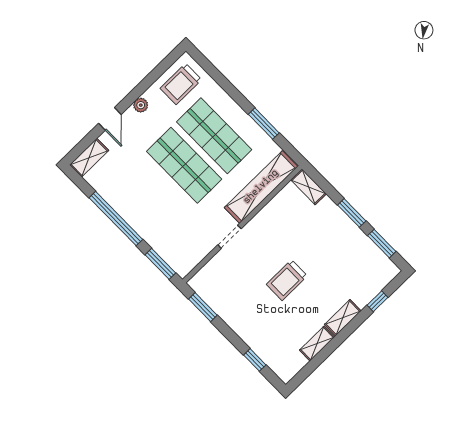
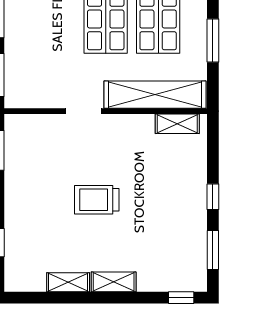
shelving: (308, 187) -> (177, 124), moved, turned 90
window: (352, 213) -> (213, 197), width x0.67
window: (377, 301) -> (181, 298), moved

